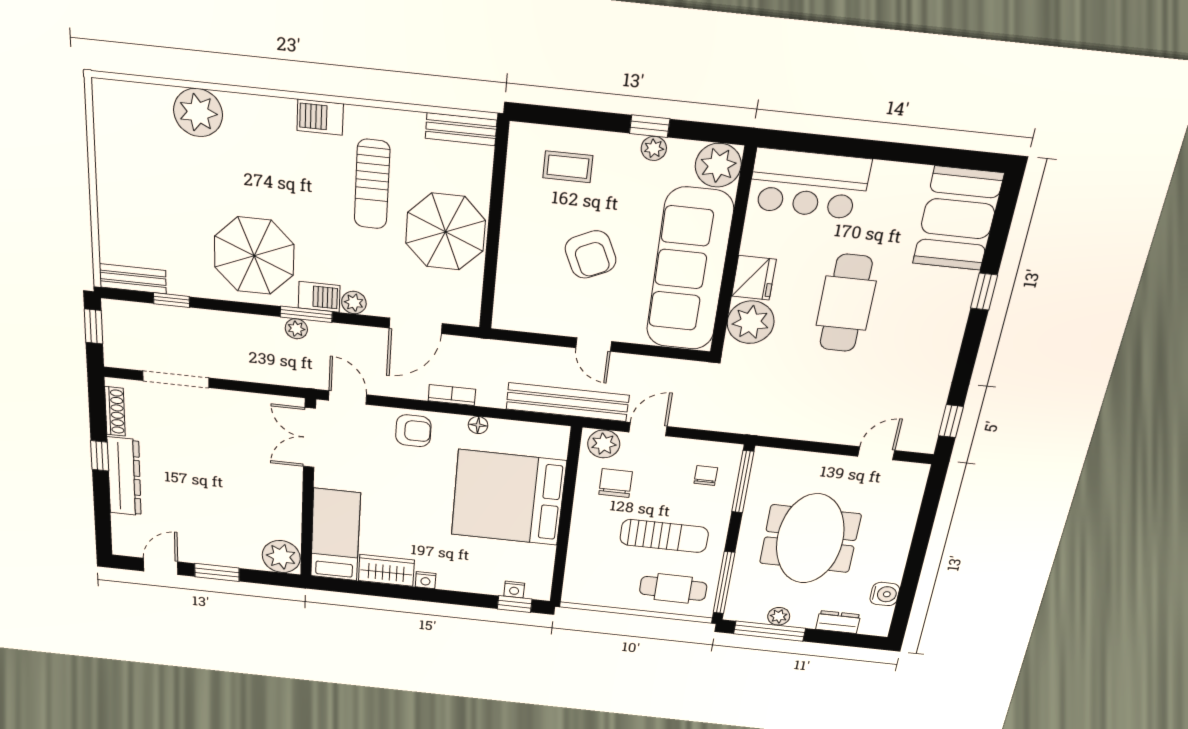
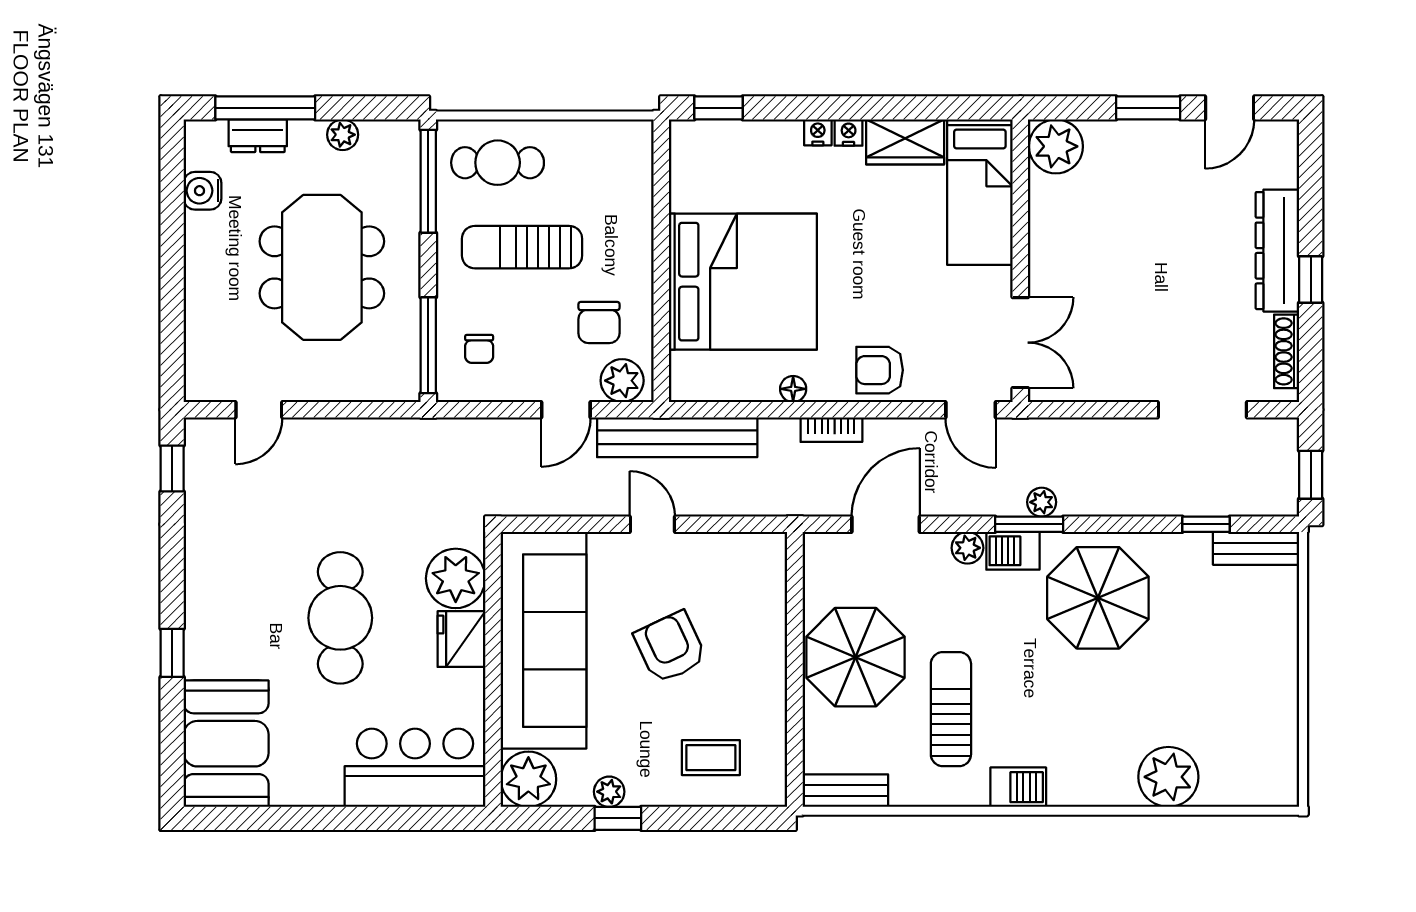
nightstand: (514, 590) -> (818, 132), moved
window: (769, 631) -> (265, 108), moved

